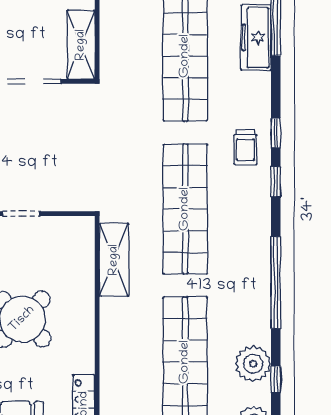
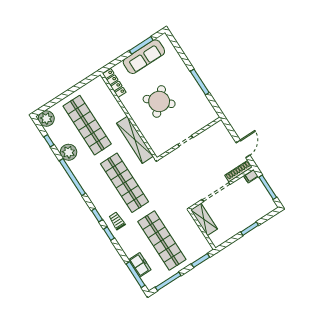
freezer: (256, 38) -> (140, 265), width x0.71
shelving: (114, 260) -> (135, 140), width x1.47
plant: (253, 364) -> (68, 152), moved

